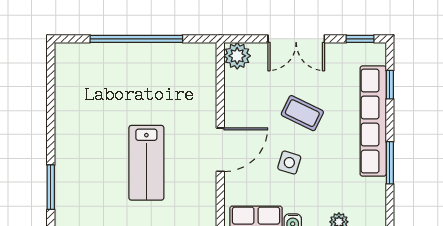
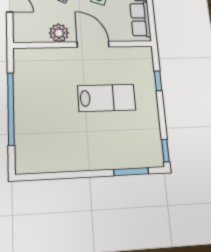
plant: (237, 56) -> (59, 33), moved

